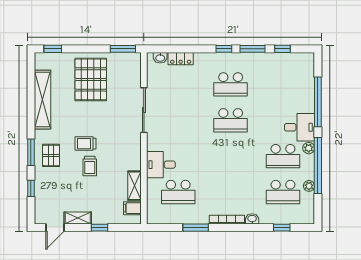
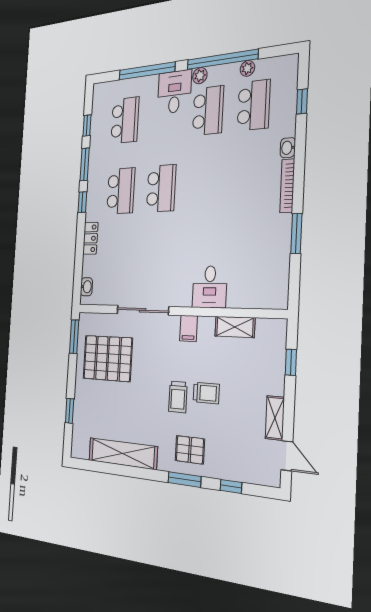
window: (53, 49) -> (70, 411), moved
locker: (181, 59) -> (90, 238), moved
pallet: (91, 79) -> (108, 358), moved
school desk: (178, 192) -> (125, 120), moved
filing cabinet: (132, 208) -> (188, 328), moved
window: (100, 228) -> (291, 362), moved

